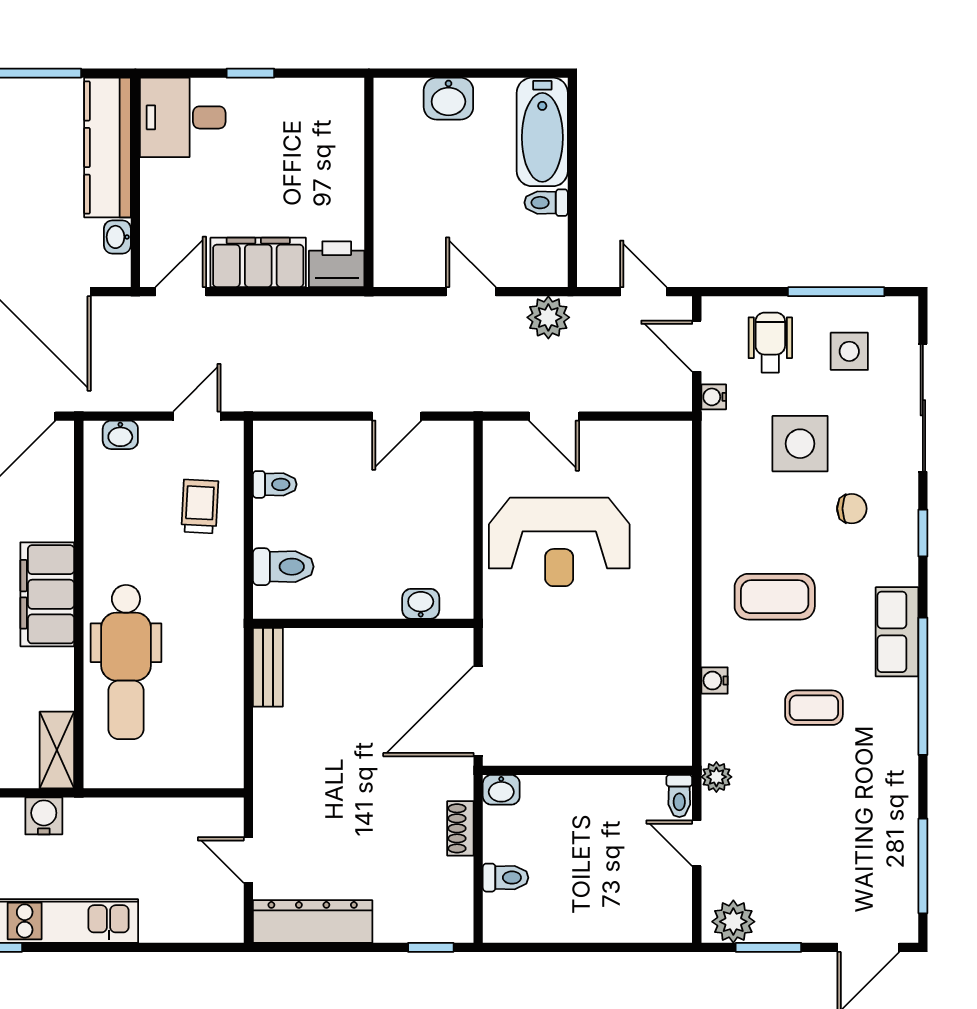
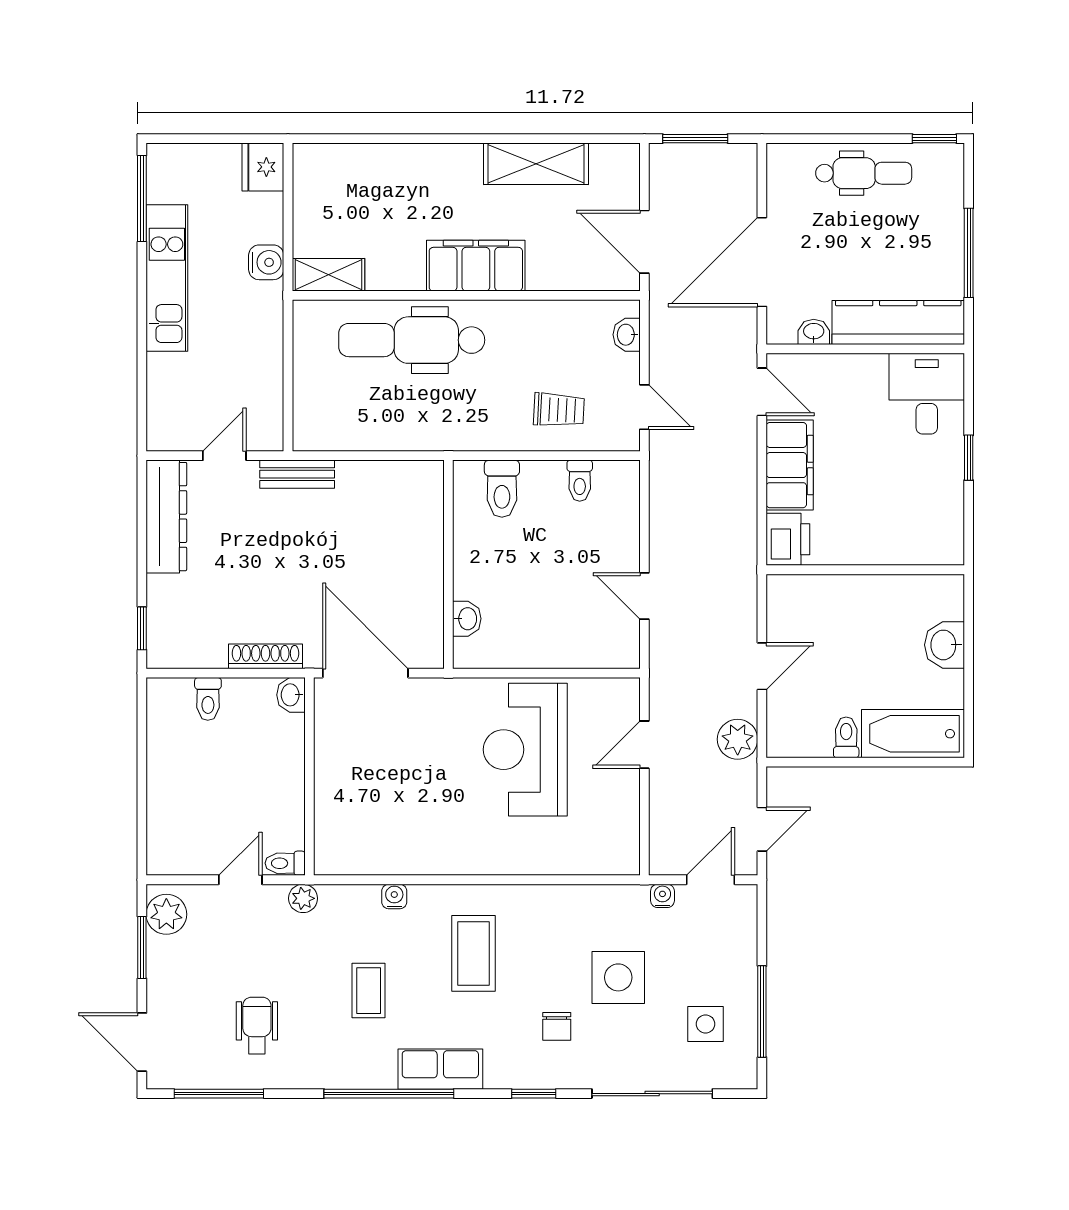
wheelchair: (770, 343) -> (257, 1025), moved, turned -90
bench: (268, 667) -> (297, 474), moved
shoe rack: (460, 828) -> (265, 656), width x1.43

